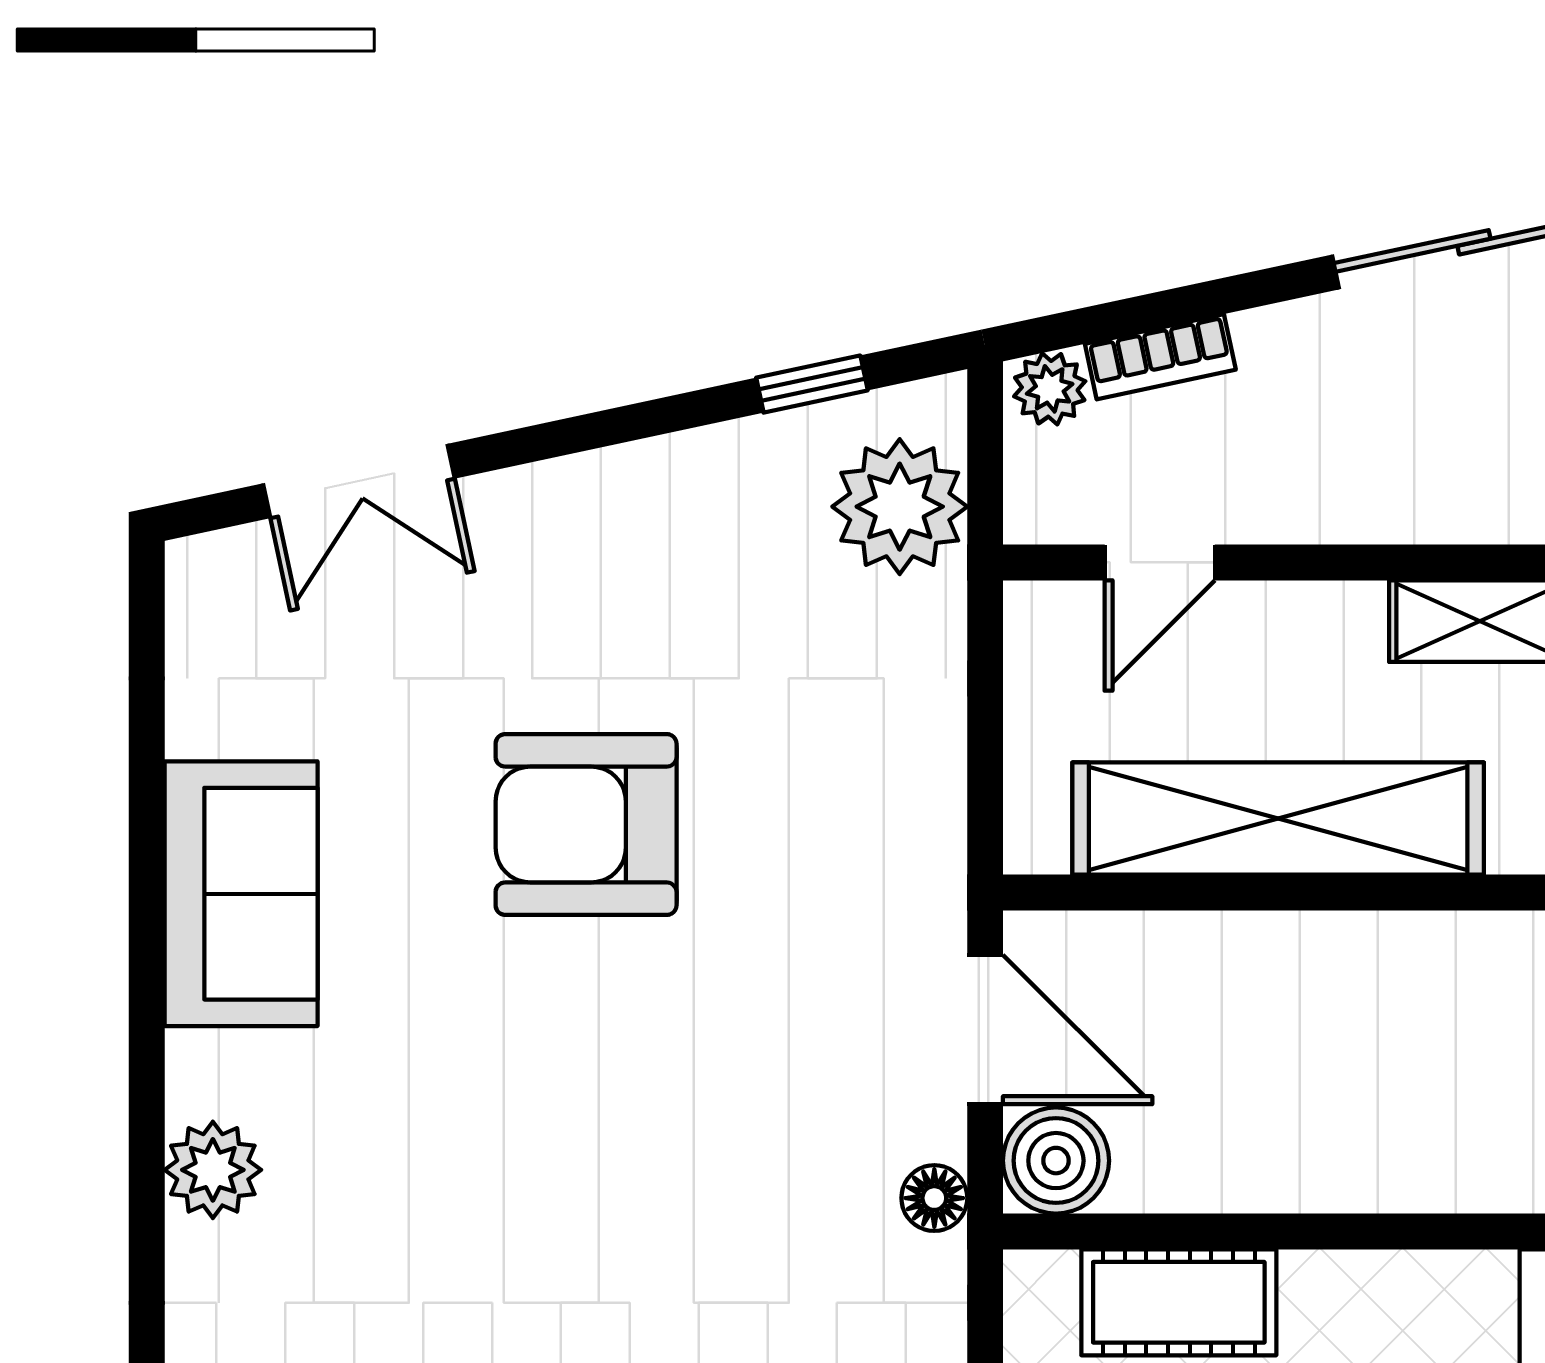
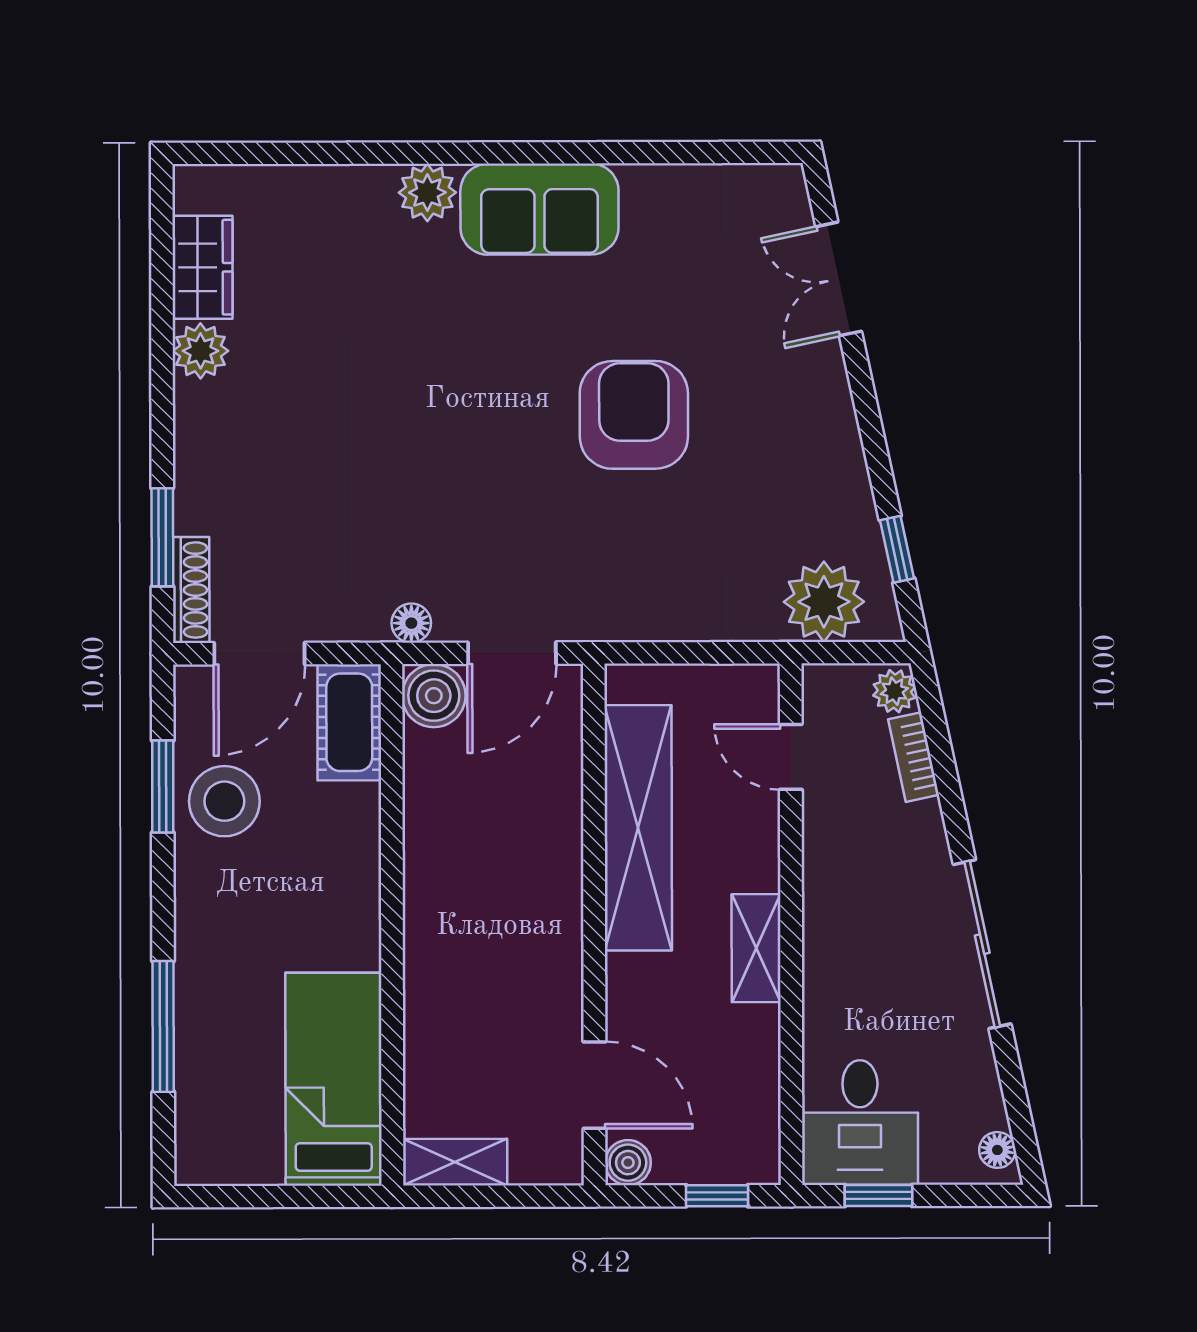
sofa: (241, 894) -> (539, 209), moved
cot: (1179, 1302) -> (349, 722), moved

